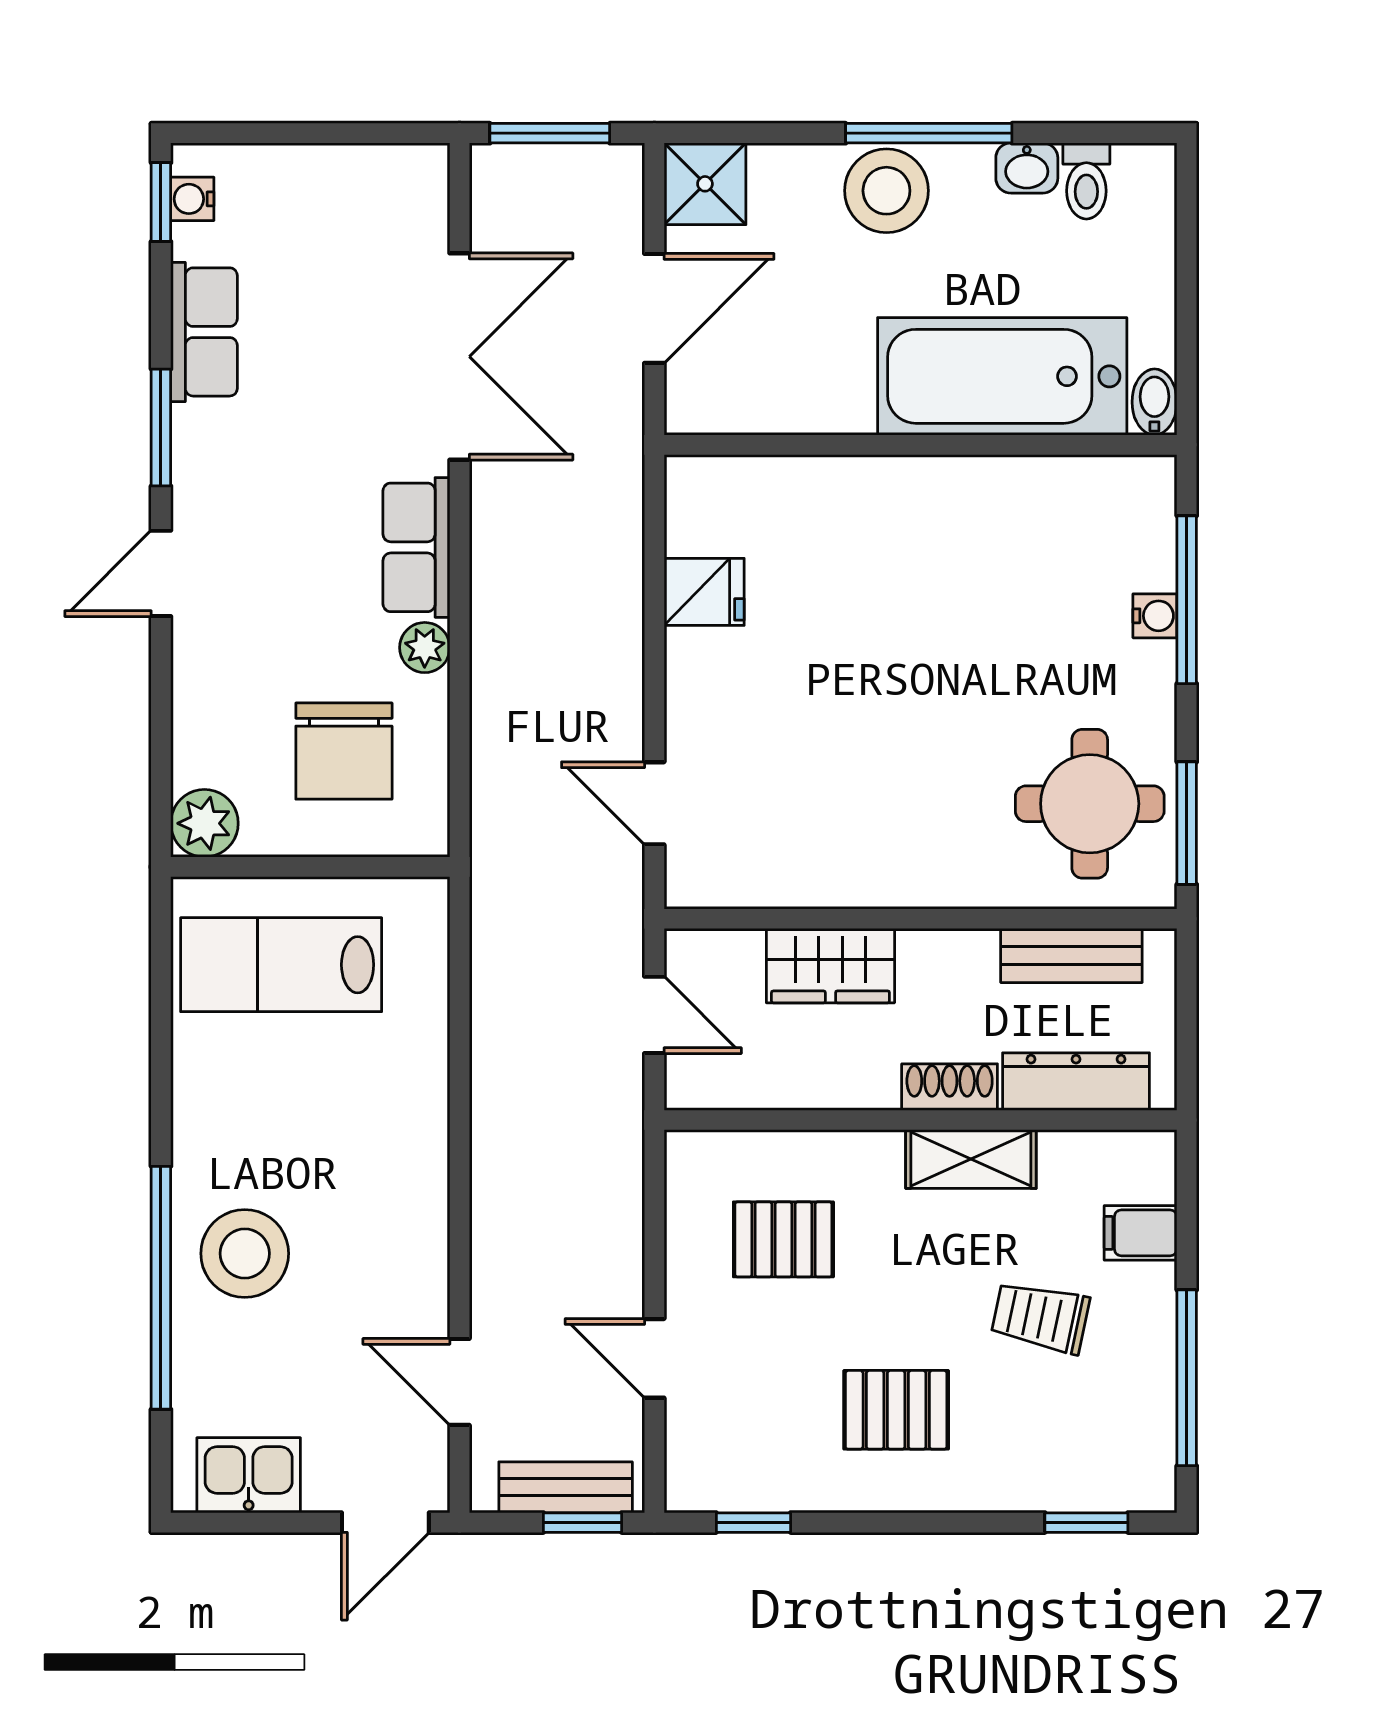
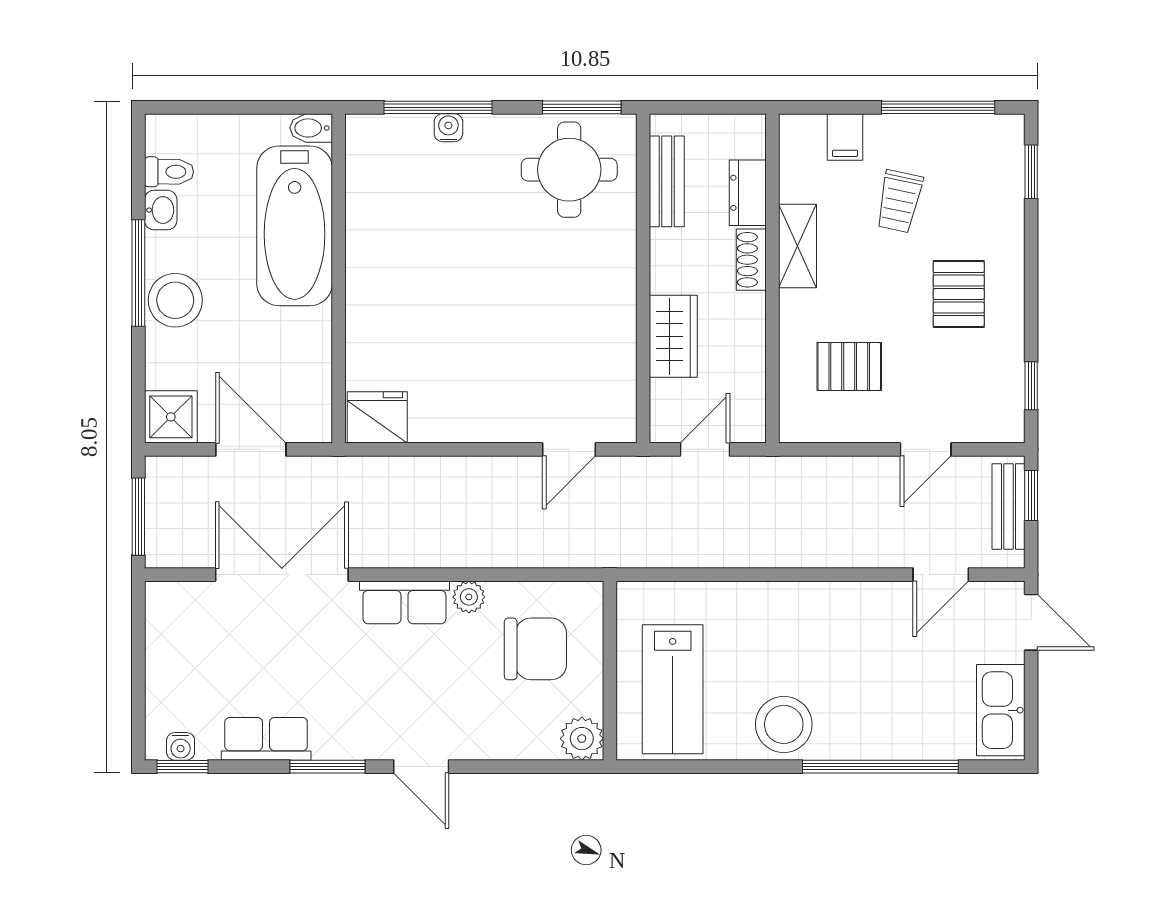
fridge: (704, 592) -> (377, 417), moved, width x1.38
dresser: (1076, 1082) -> (748, 193), width x0.70
pallet: (783, 1239) -> (849, 366), turned 90
stool: (245, 1253) -> (784, 724), moved
kitchen sink: (249, 1475) -> (1001, 710), width x1.38

